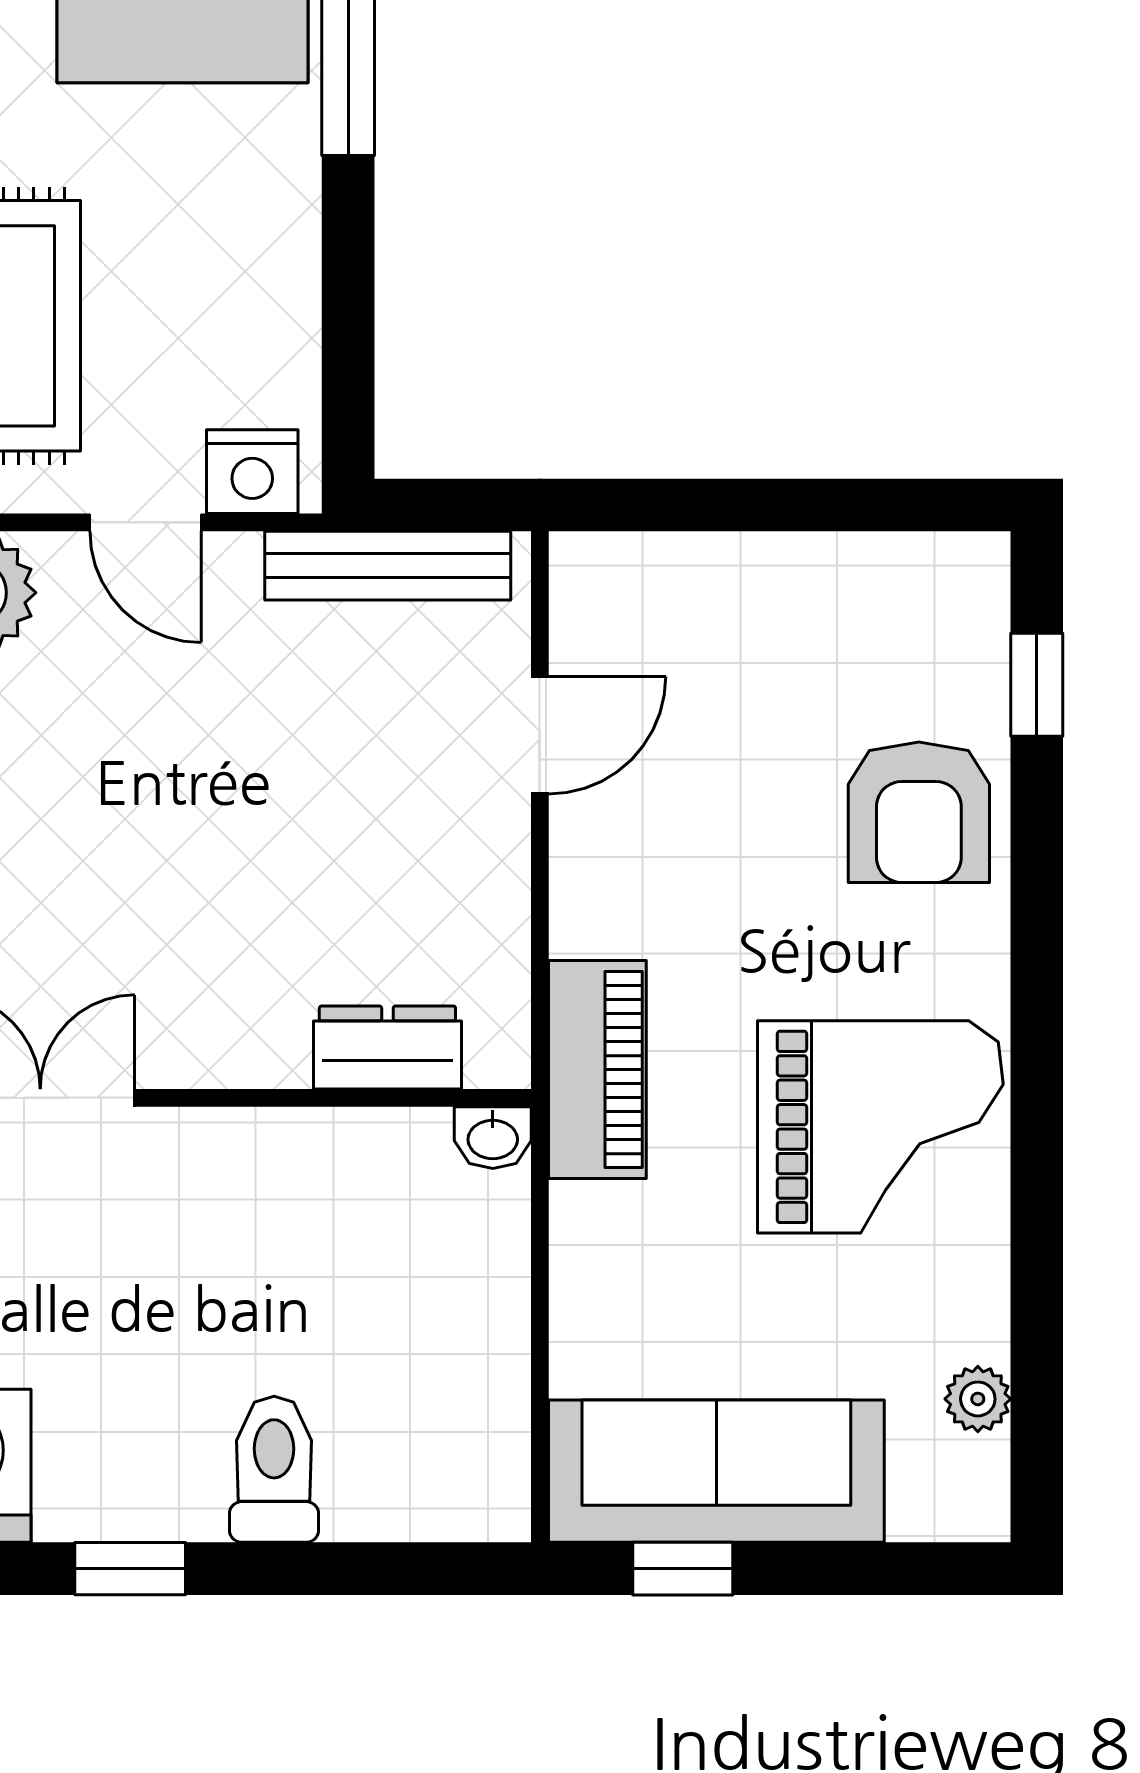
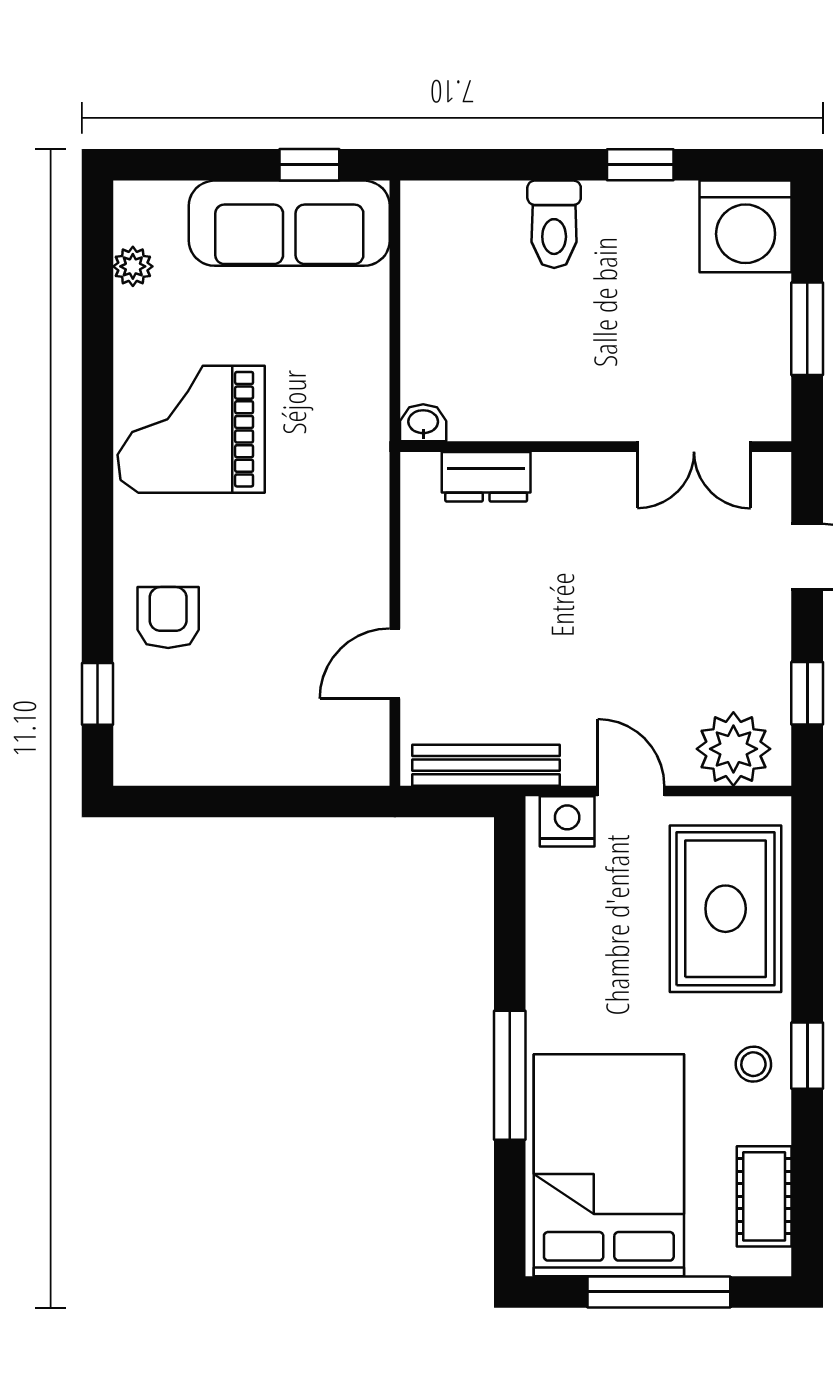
armchair: (919, 812) -> (168, 618), width x0.72, depth x0.72
piano: (597, 1070) -> (361, 464), removed

